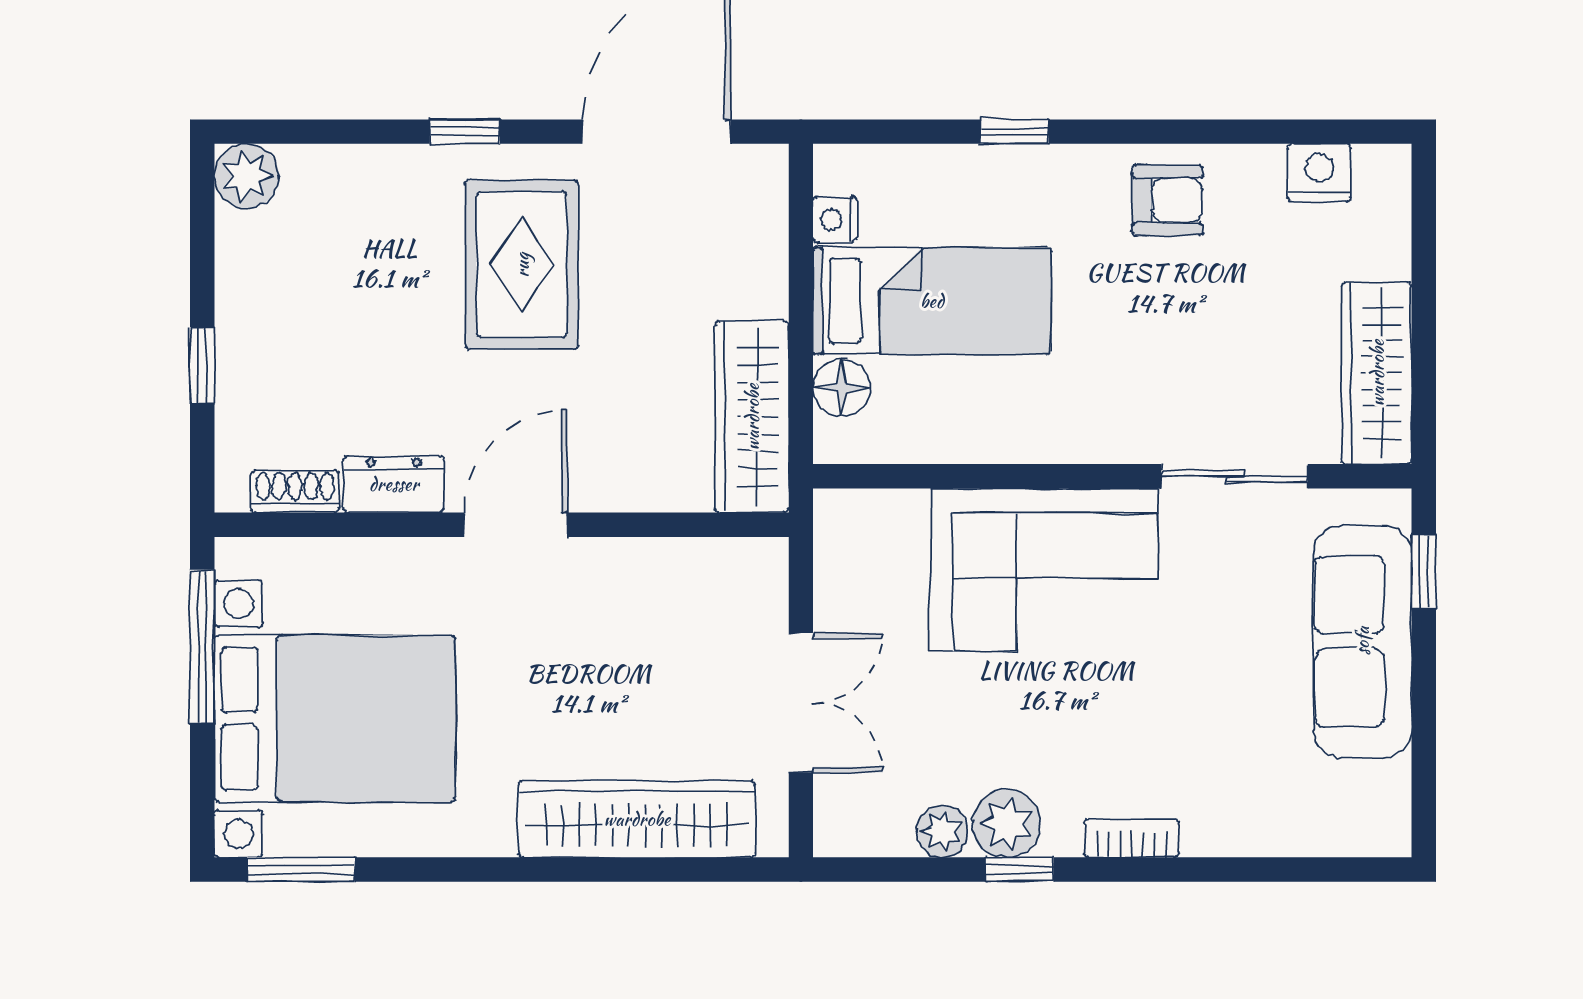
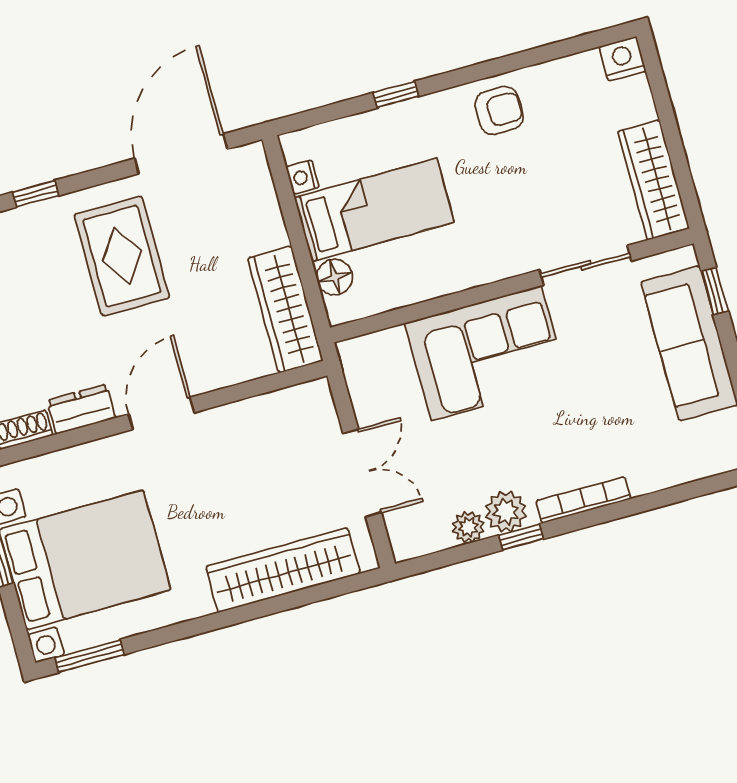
window: (465, 132) -> (36, 194), moved
nightstand: (1319, 173) -> (623, 59), moved
bookcase: (1131, 838) -> (583, 500), width x1.56

